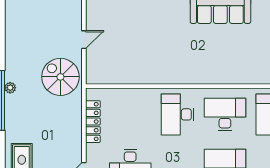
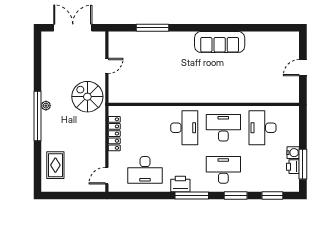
desk: (178, 114) -> (184, 128), turned 180

